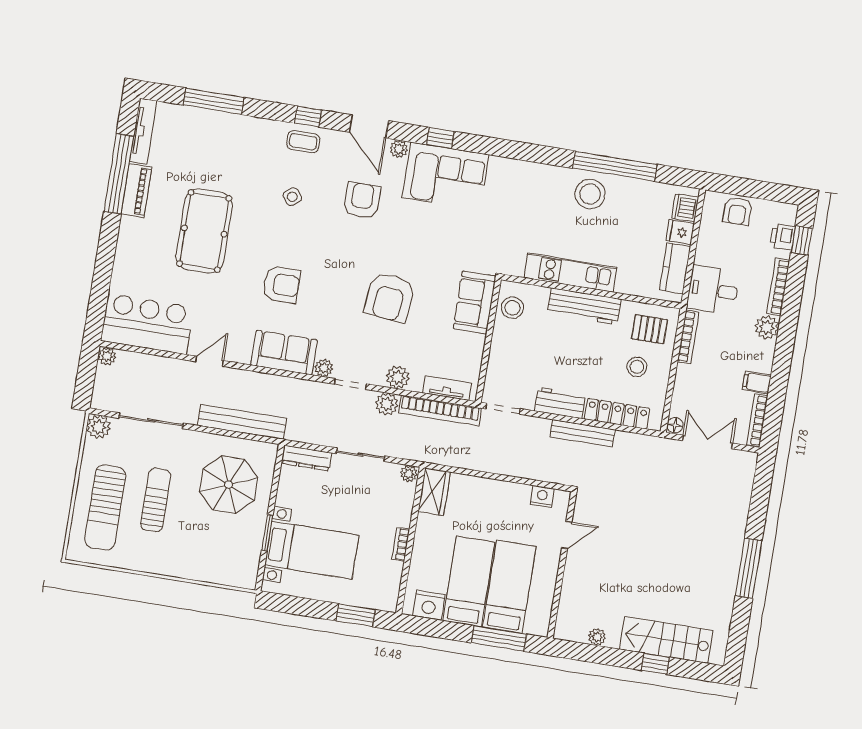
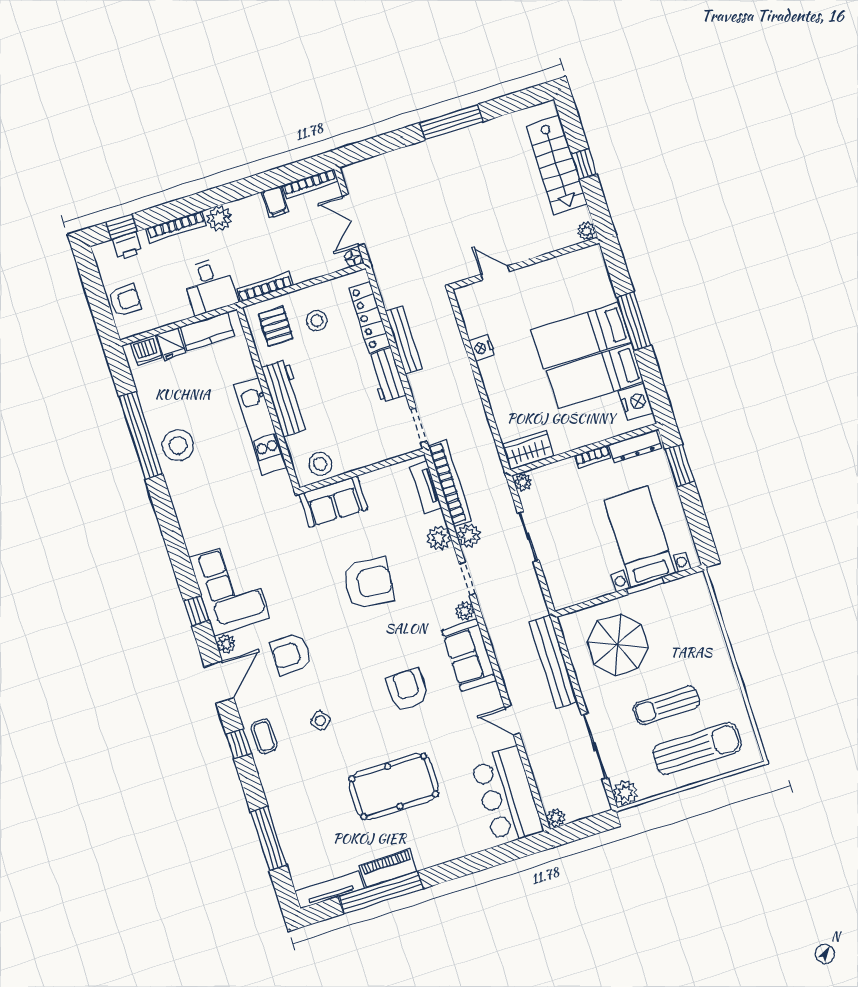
dresser: (307, 458) -> (635, 446), moved, turned 90
door: (567, 535) -> (495, 273), moved
wall: (562, 565) -> (525, 263), moved

